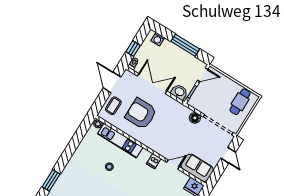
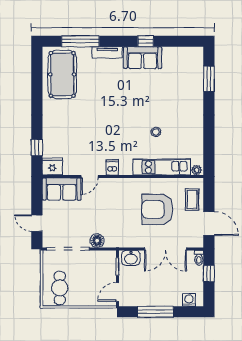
armchair: (141, 114) -> (157, 209), turned 180

